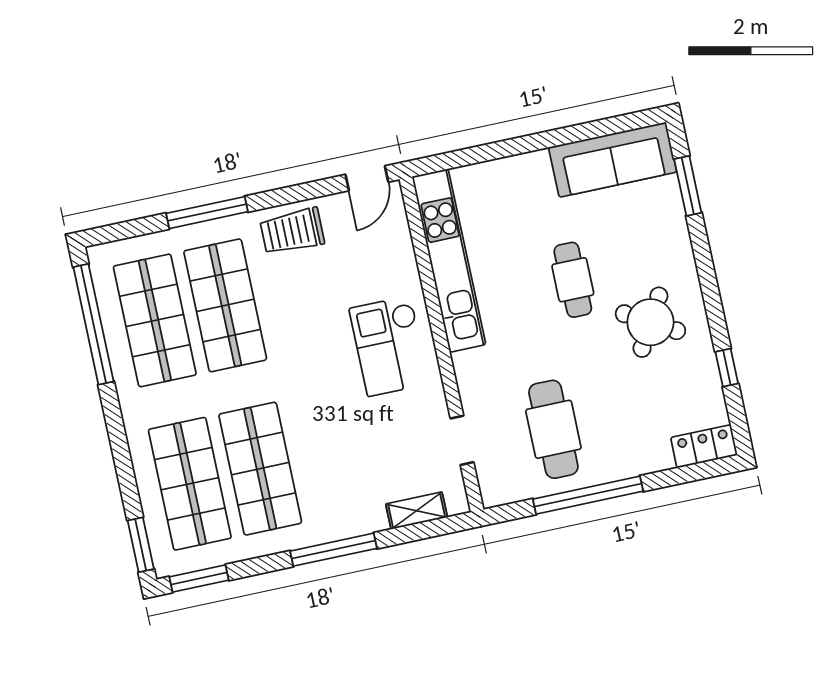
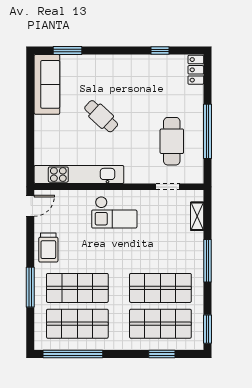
door: (367, 178) -> (30, 206), hinge flipped
cafe table: (573, 280) -> (101, 116), turned 43
round table: (650, 322) -> (130, 83), removed
cafe table: (553, 429) -> (172, 141), turned 90
window: (141, 545) -> (162, 354), moved

